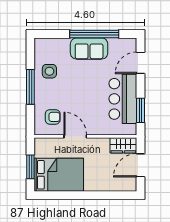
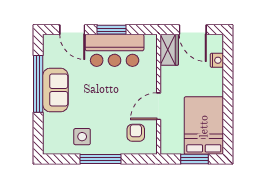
window: (140, 110) -> (111, 30), moved
nightstand: (114, 186) -> (217, 60), added

